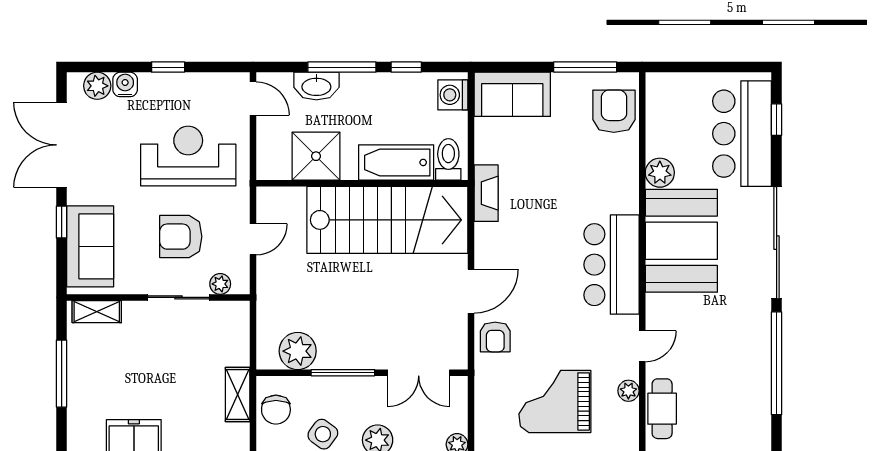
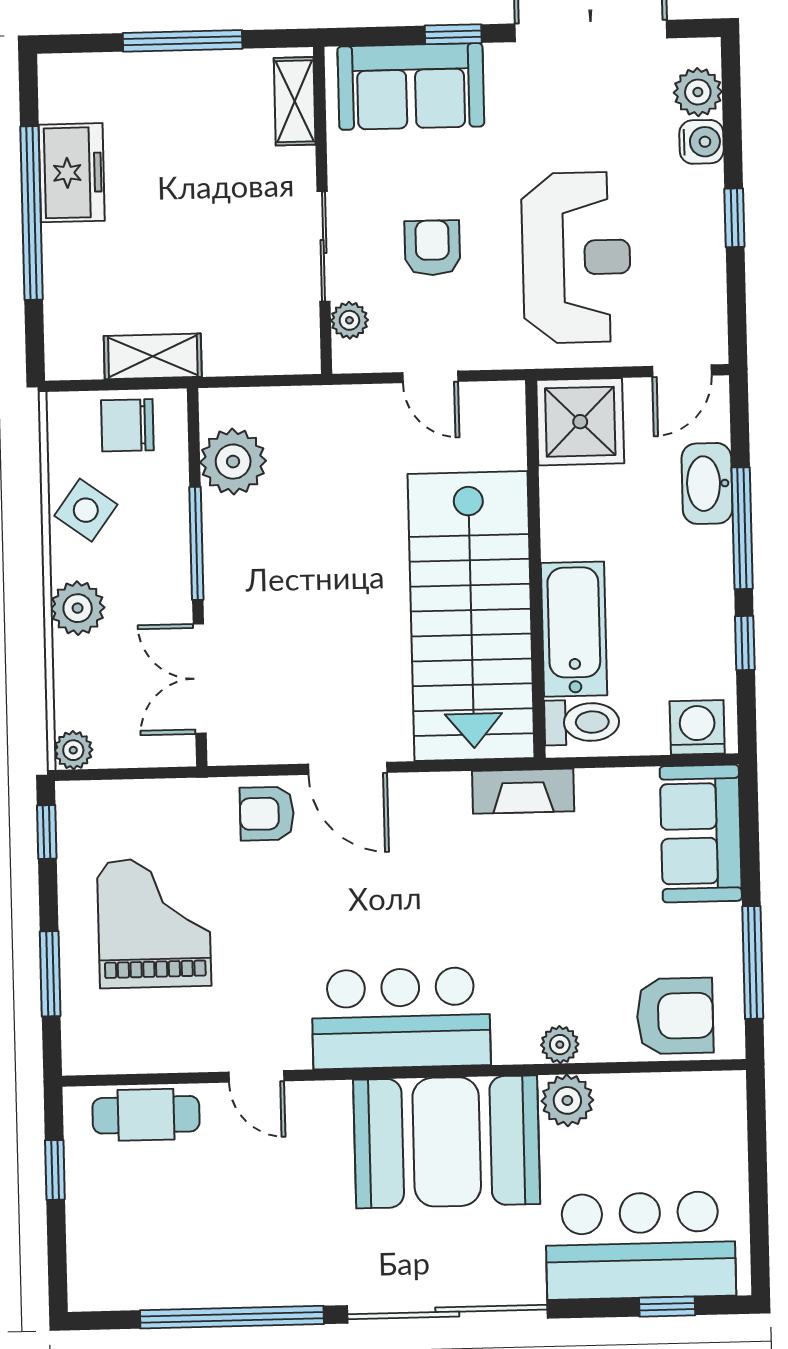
shower: (316, 156) -> (580, 422), moved
armchair: (181, 237) -> (432, 248), width x0.72, depth x0.72
plant: (628, 391) -> (560, 1045), moved

